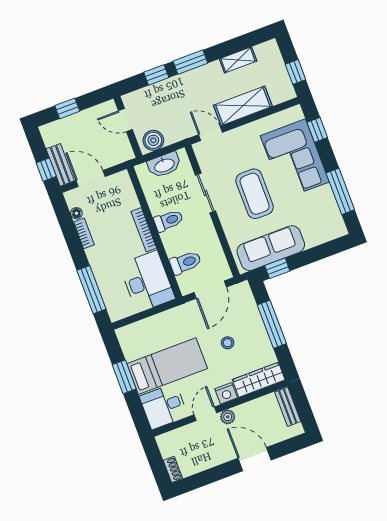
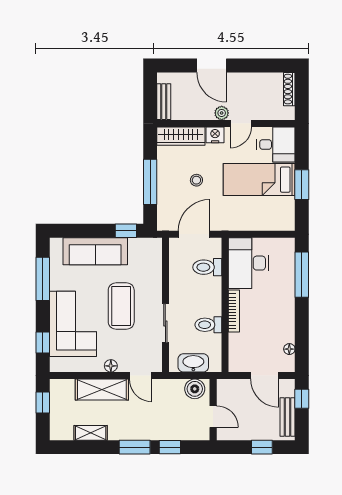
floor lamp: (243, 132) -> (111, 366), added
bench: (60, 165) -> (287, 417), moved
toilet: (169, 221) -> (208, 325), moved
bookcase: (84, 233) -> (289, 328), removed
sofa: (271, 248) -> (95, 251), moved
shoe rack: (173, 469) -> (289, 89), width x1.43

